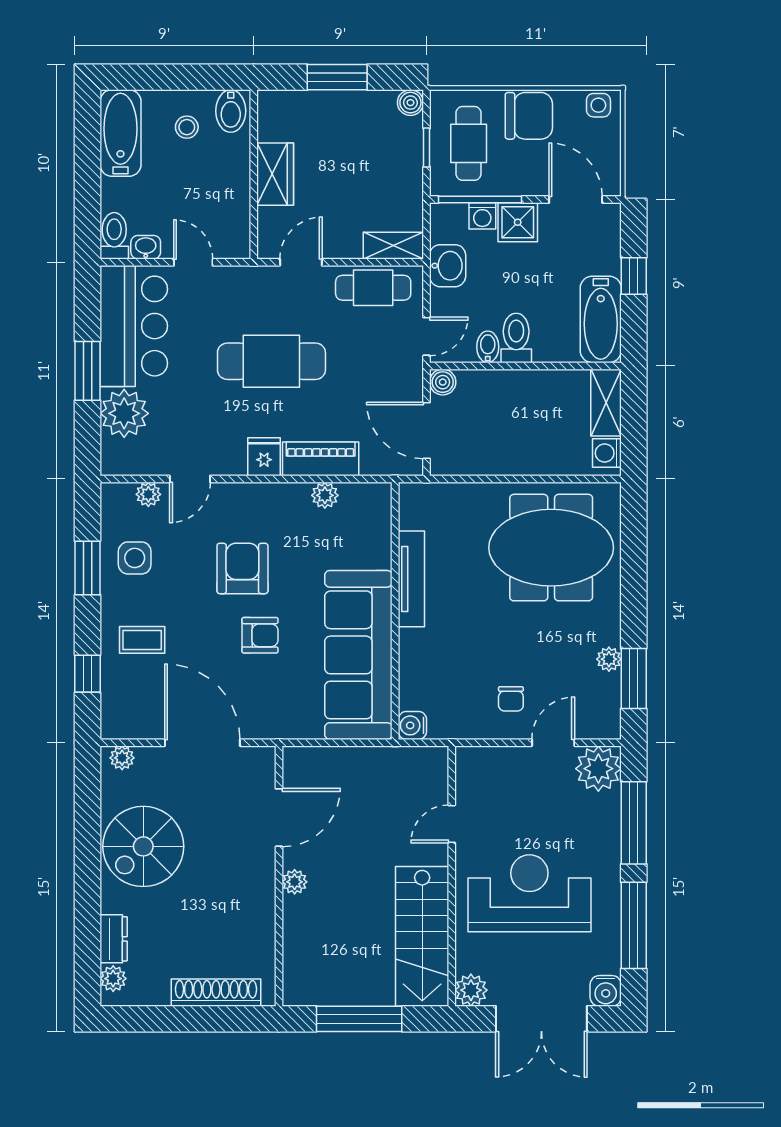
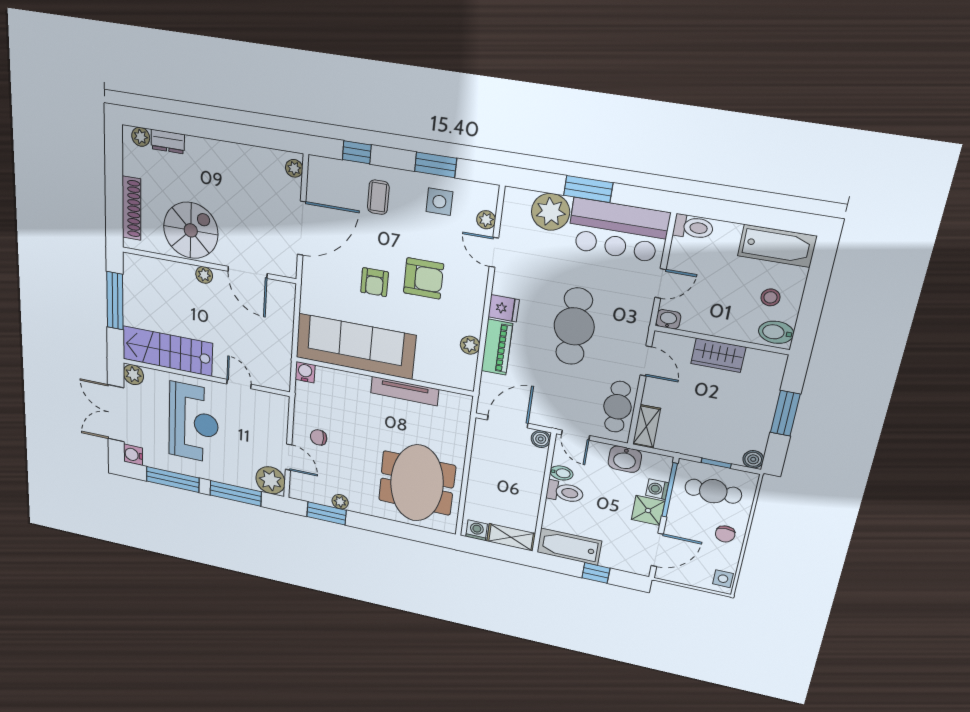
chair: (529, 116) -> (725, 534), width x0.54, depth x0.54
washbasin: (146, 247) -> (668, 319), moved, turned -90
spiral stairs: (143, 846) -> (191, 230), moved, turned 90

